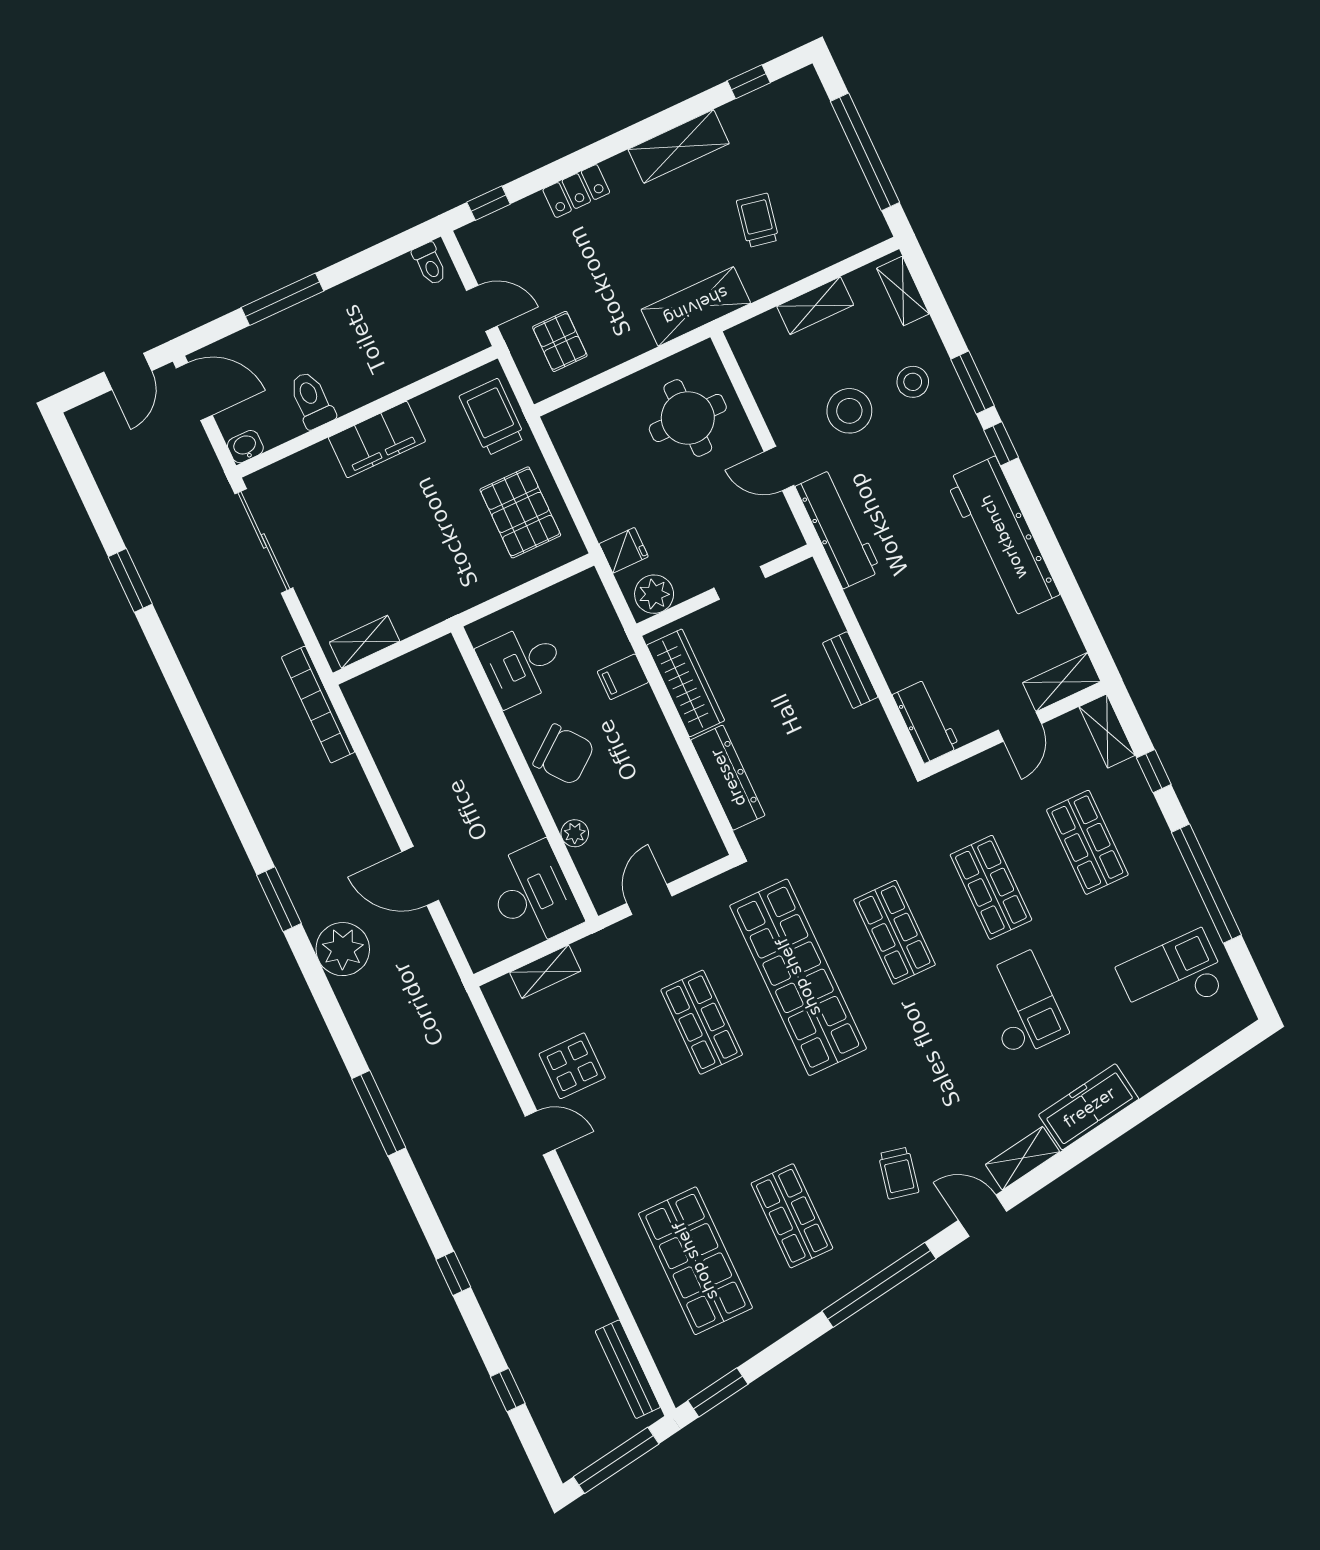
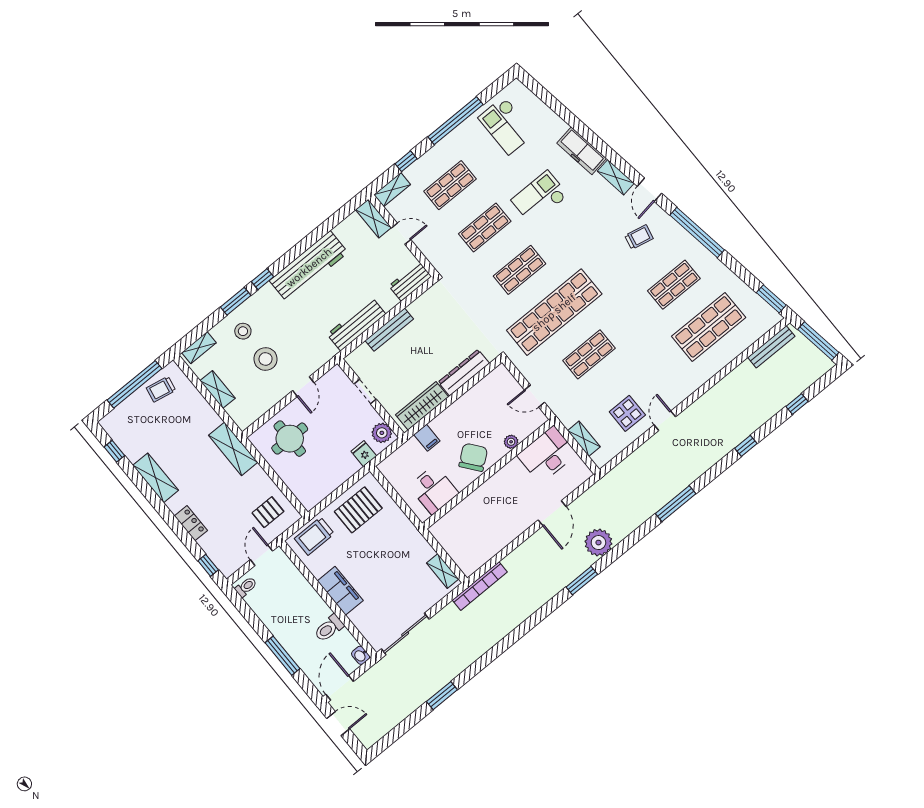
trolley: (758, 220) -> (161, 389), moved
workbench: (838, 529) -> (356, 324), moved
bench: (850, 670) -> (389, 330), width x1.36

